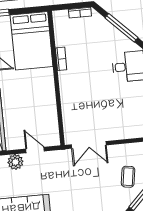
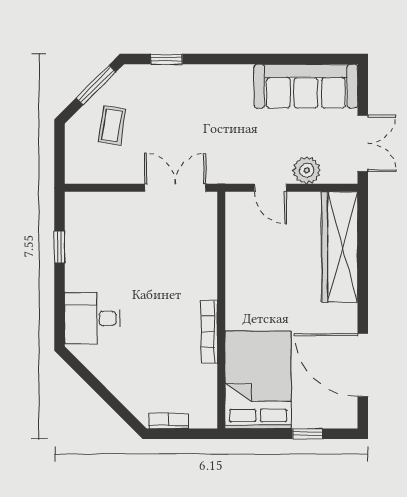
window: (121, 28) -> (98, 387), removed
bookcase: (61, 59) -> (209, 332), width x1.56

